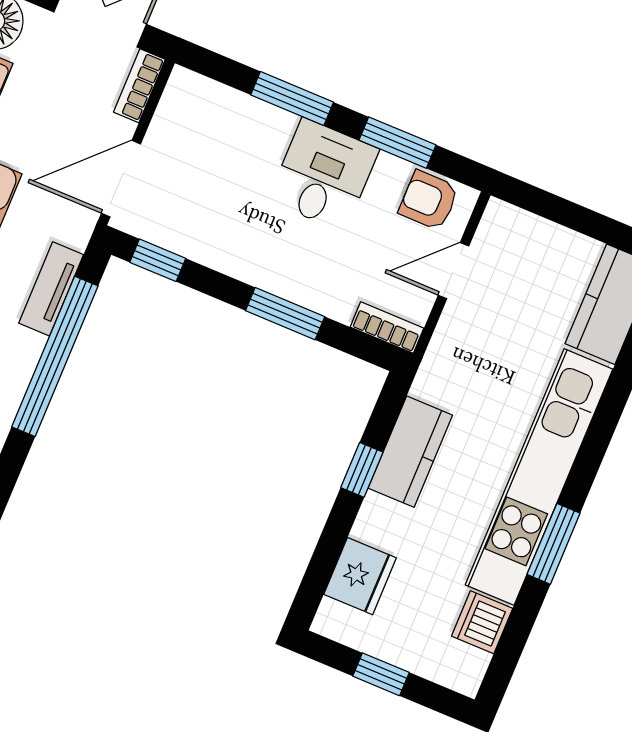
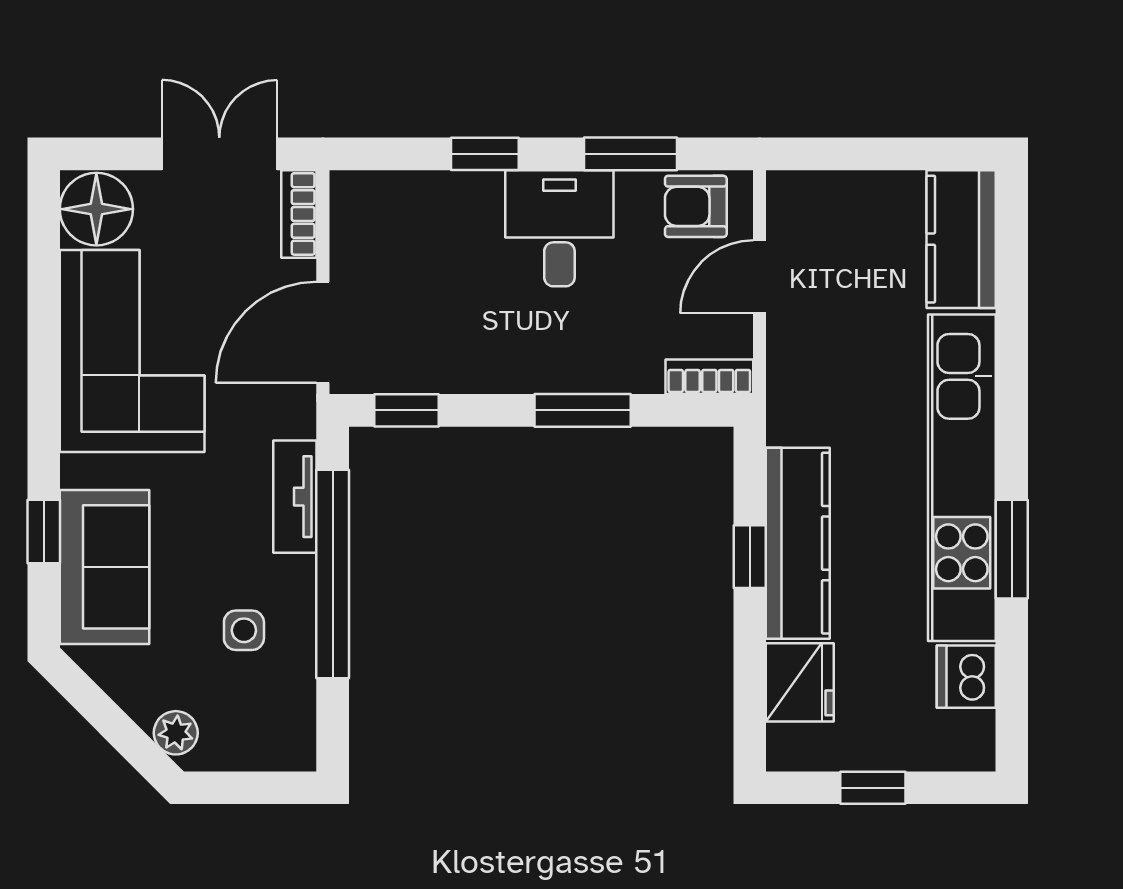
window: (292, 98) -> (485, 154), width x0.67
kitchen counter: (410, 452) -> (798, 543), width x1.50

